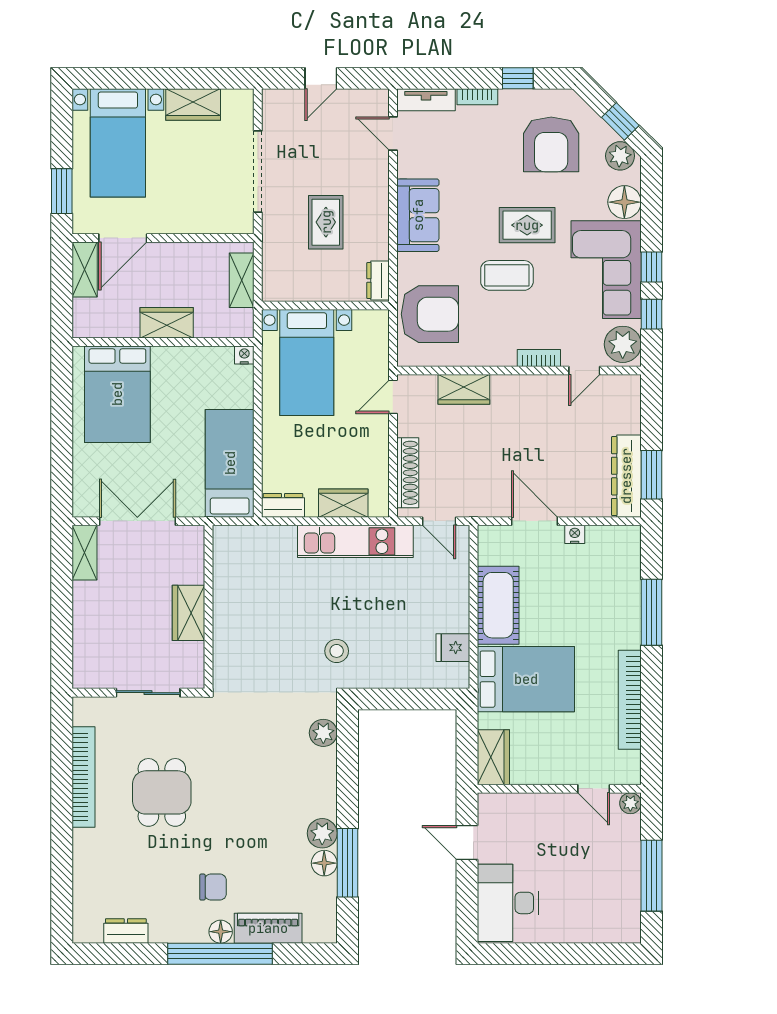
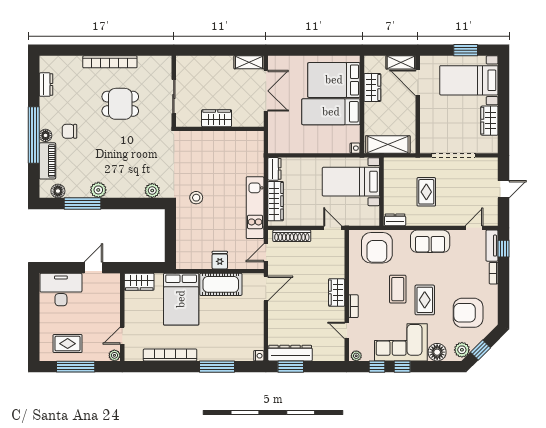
door: (321, 78) -> (504, 189), swing flipped
window: (518, 78) -> (504, 249), moved
window: (62, 191) -> (466, 50), moved
rug: (326, 222) -> (426, 192), turned 90
shelving: (242, 280) -> (388, 144), width x1.50, depth x1.33
wardrobe: (167, 323) -> (372, 87), moved
plant: (623, 344) -> (356, 356), width x0.53, depth x0.53
wardrobe: (464, 389) -> (337, 293), moved
bed: (230, 463) -> (331, 112), moved, turned 180
wardrobe: (343, 503) -> (276, 201), width x1.50
door: (534, 521) -> (266, 288), moved
nightstand: (575, 534) -> (259, 356), moved
fridge: (453, 648) -> (220, 260), moved
bookcase: (84, 777) -> (110, 62), moved
floor lamp: (324, 863) -> (58, 191), moved
chair: (213, 887) -> (69, 131), turned 90
rug: (608, 891) -> (68, 344), added

